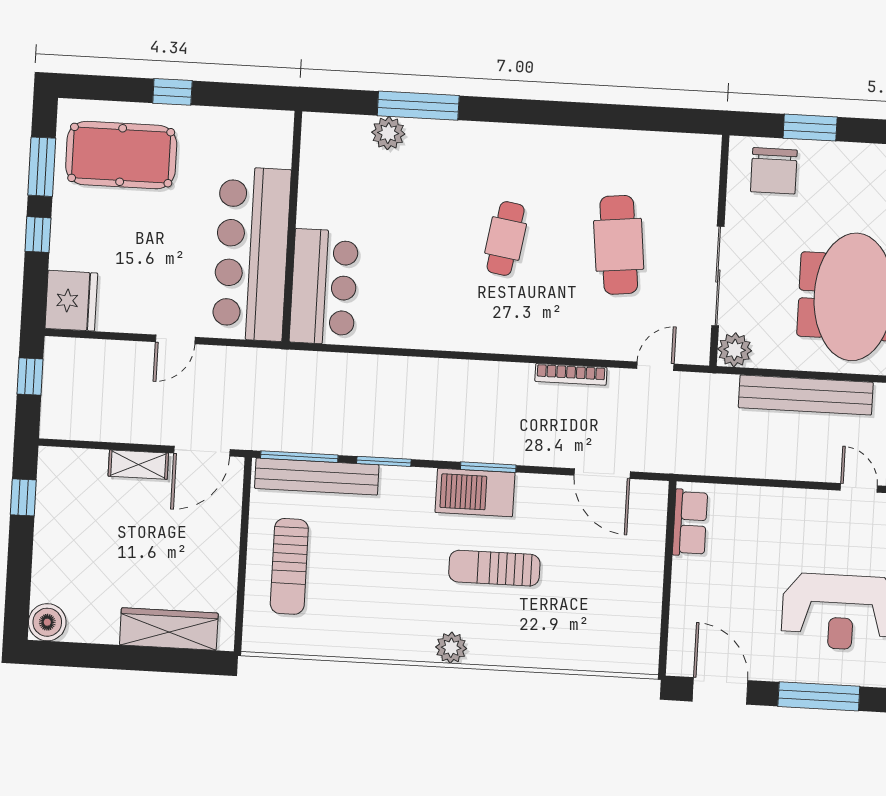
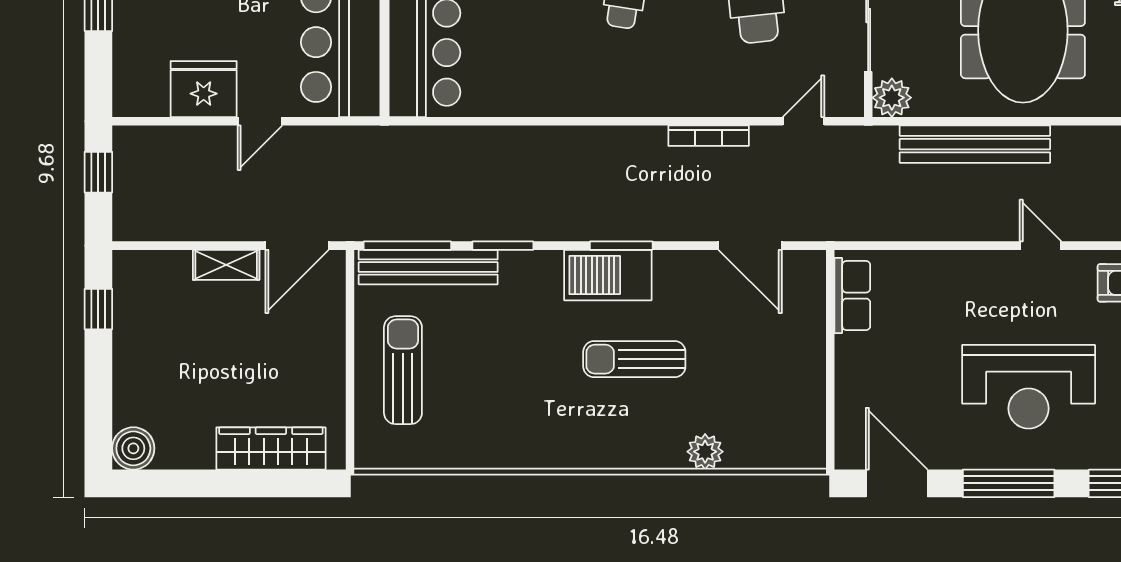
fridge: (71, 301) -> (204, 89), moved, turned -90
sun lounger: (289, 566) -> (403, 370), turned 180
plant: (451, 648) -> (705, 452), moved

